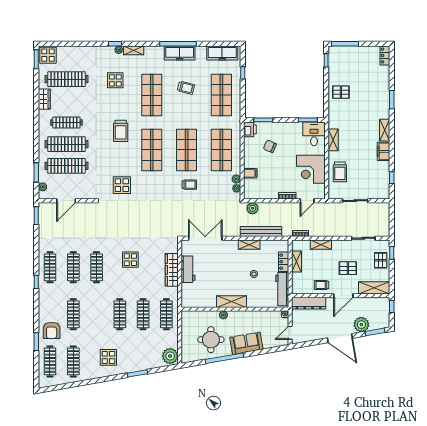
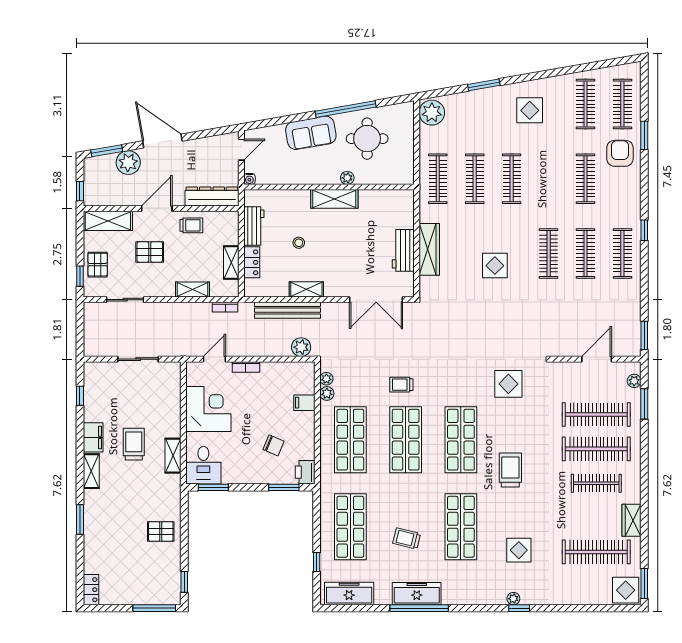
shelving: (134, 50) -> (490, 598), removed
trolley: (340, 172) -> (134, 444), moved
workbench: (282, 289) -> (254, 226), width x0.73

